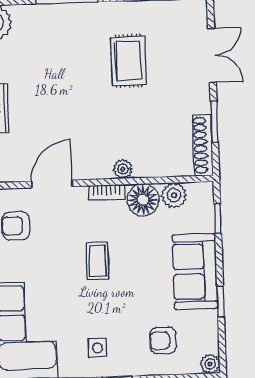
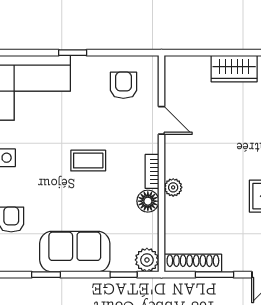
door: (52, 184) -> (162, 120), width x0.73
plant: (174, 195) -> (147, 260), moved
floor lamp: (143, 200) -> (148, 201), width x0.73, depth x0.73

